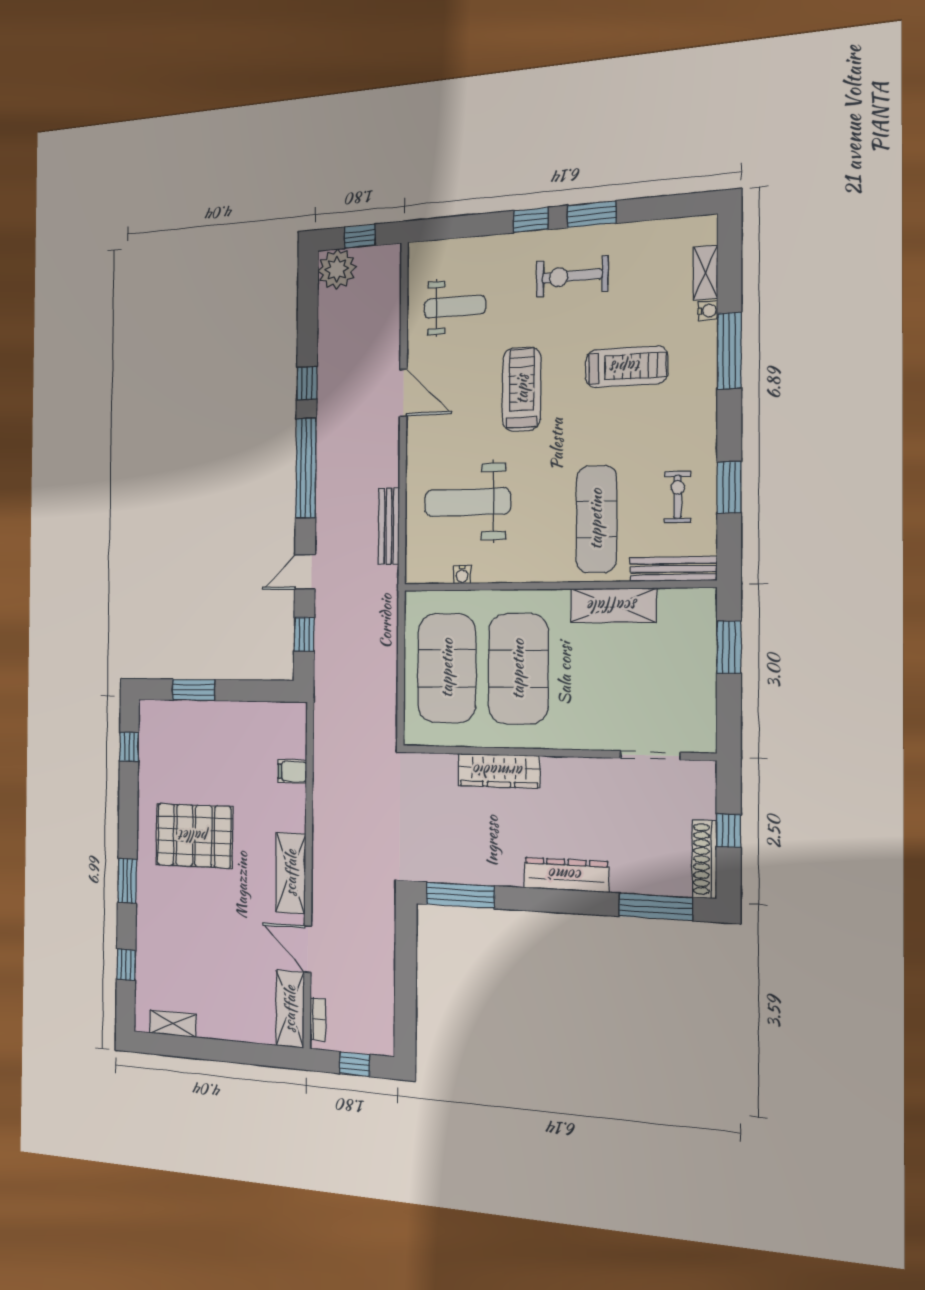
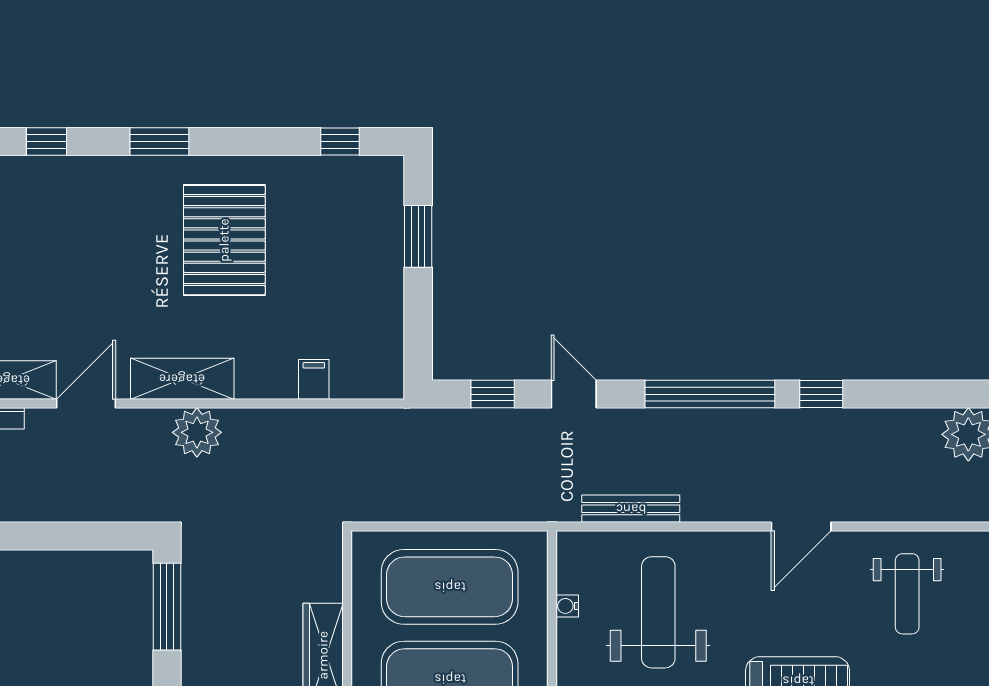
plant: (330, 864) -> (197, 432), added

